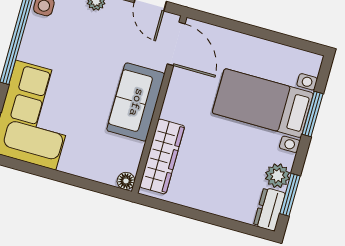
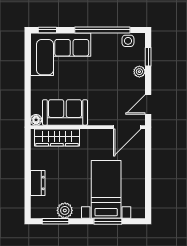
sofa: (136, 102) -> (65, 112), moved
dresser: (269, 209) -> (38, 183), moved, turned 90

